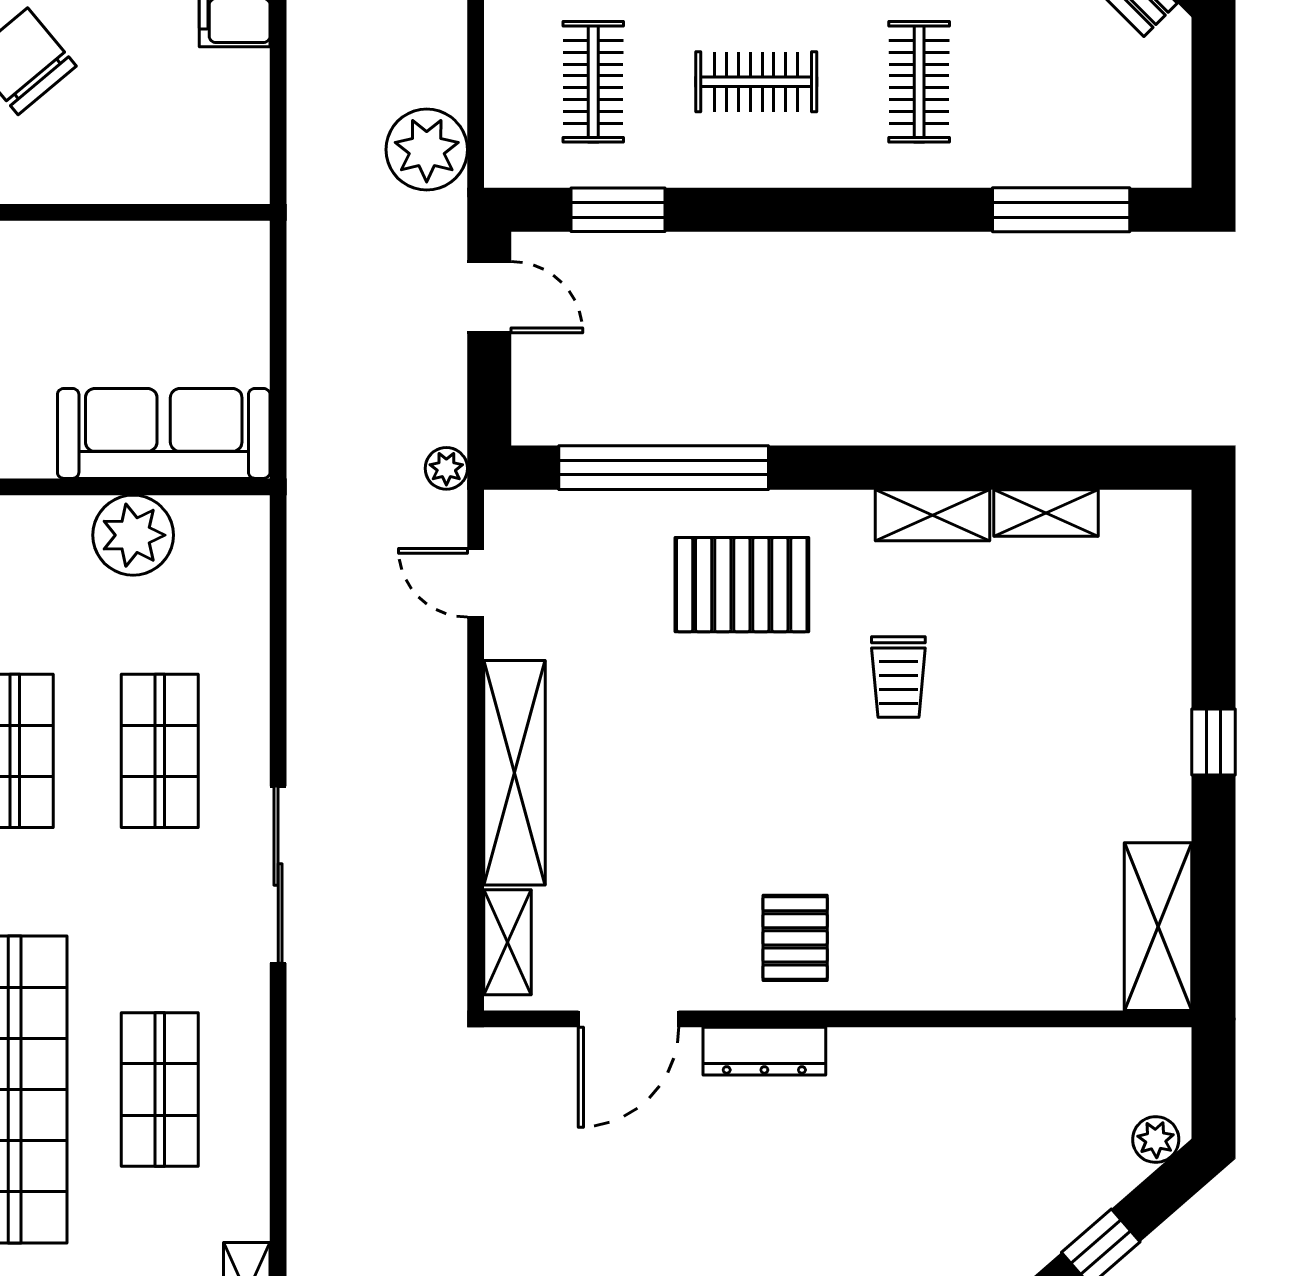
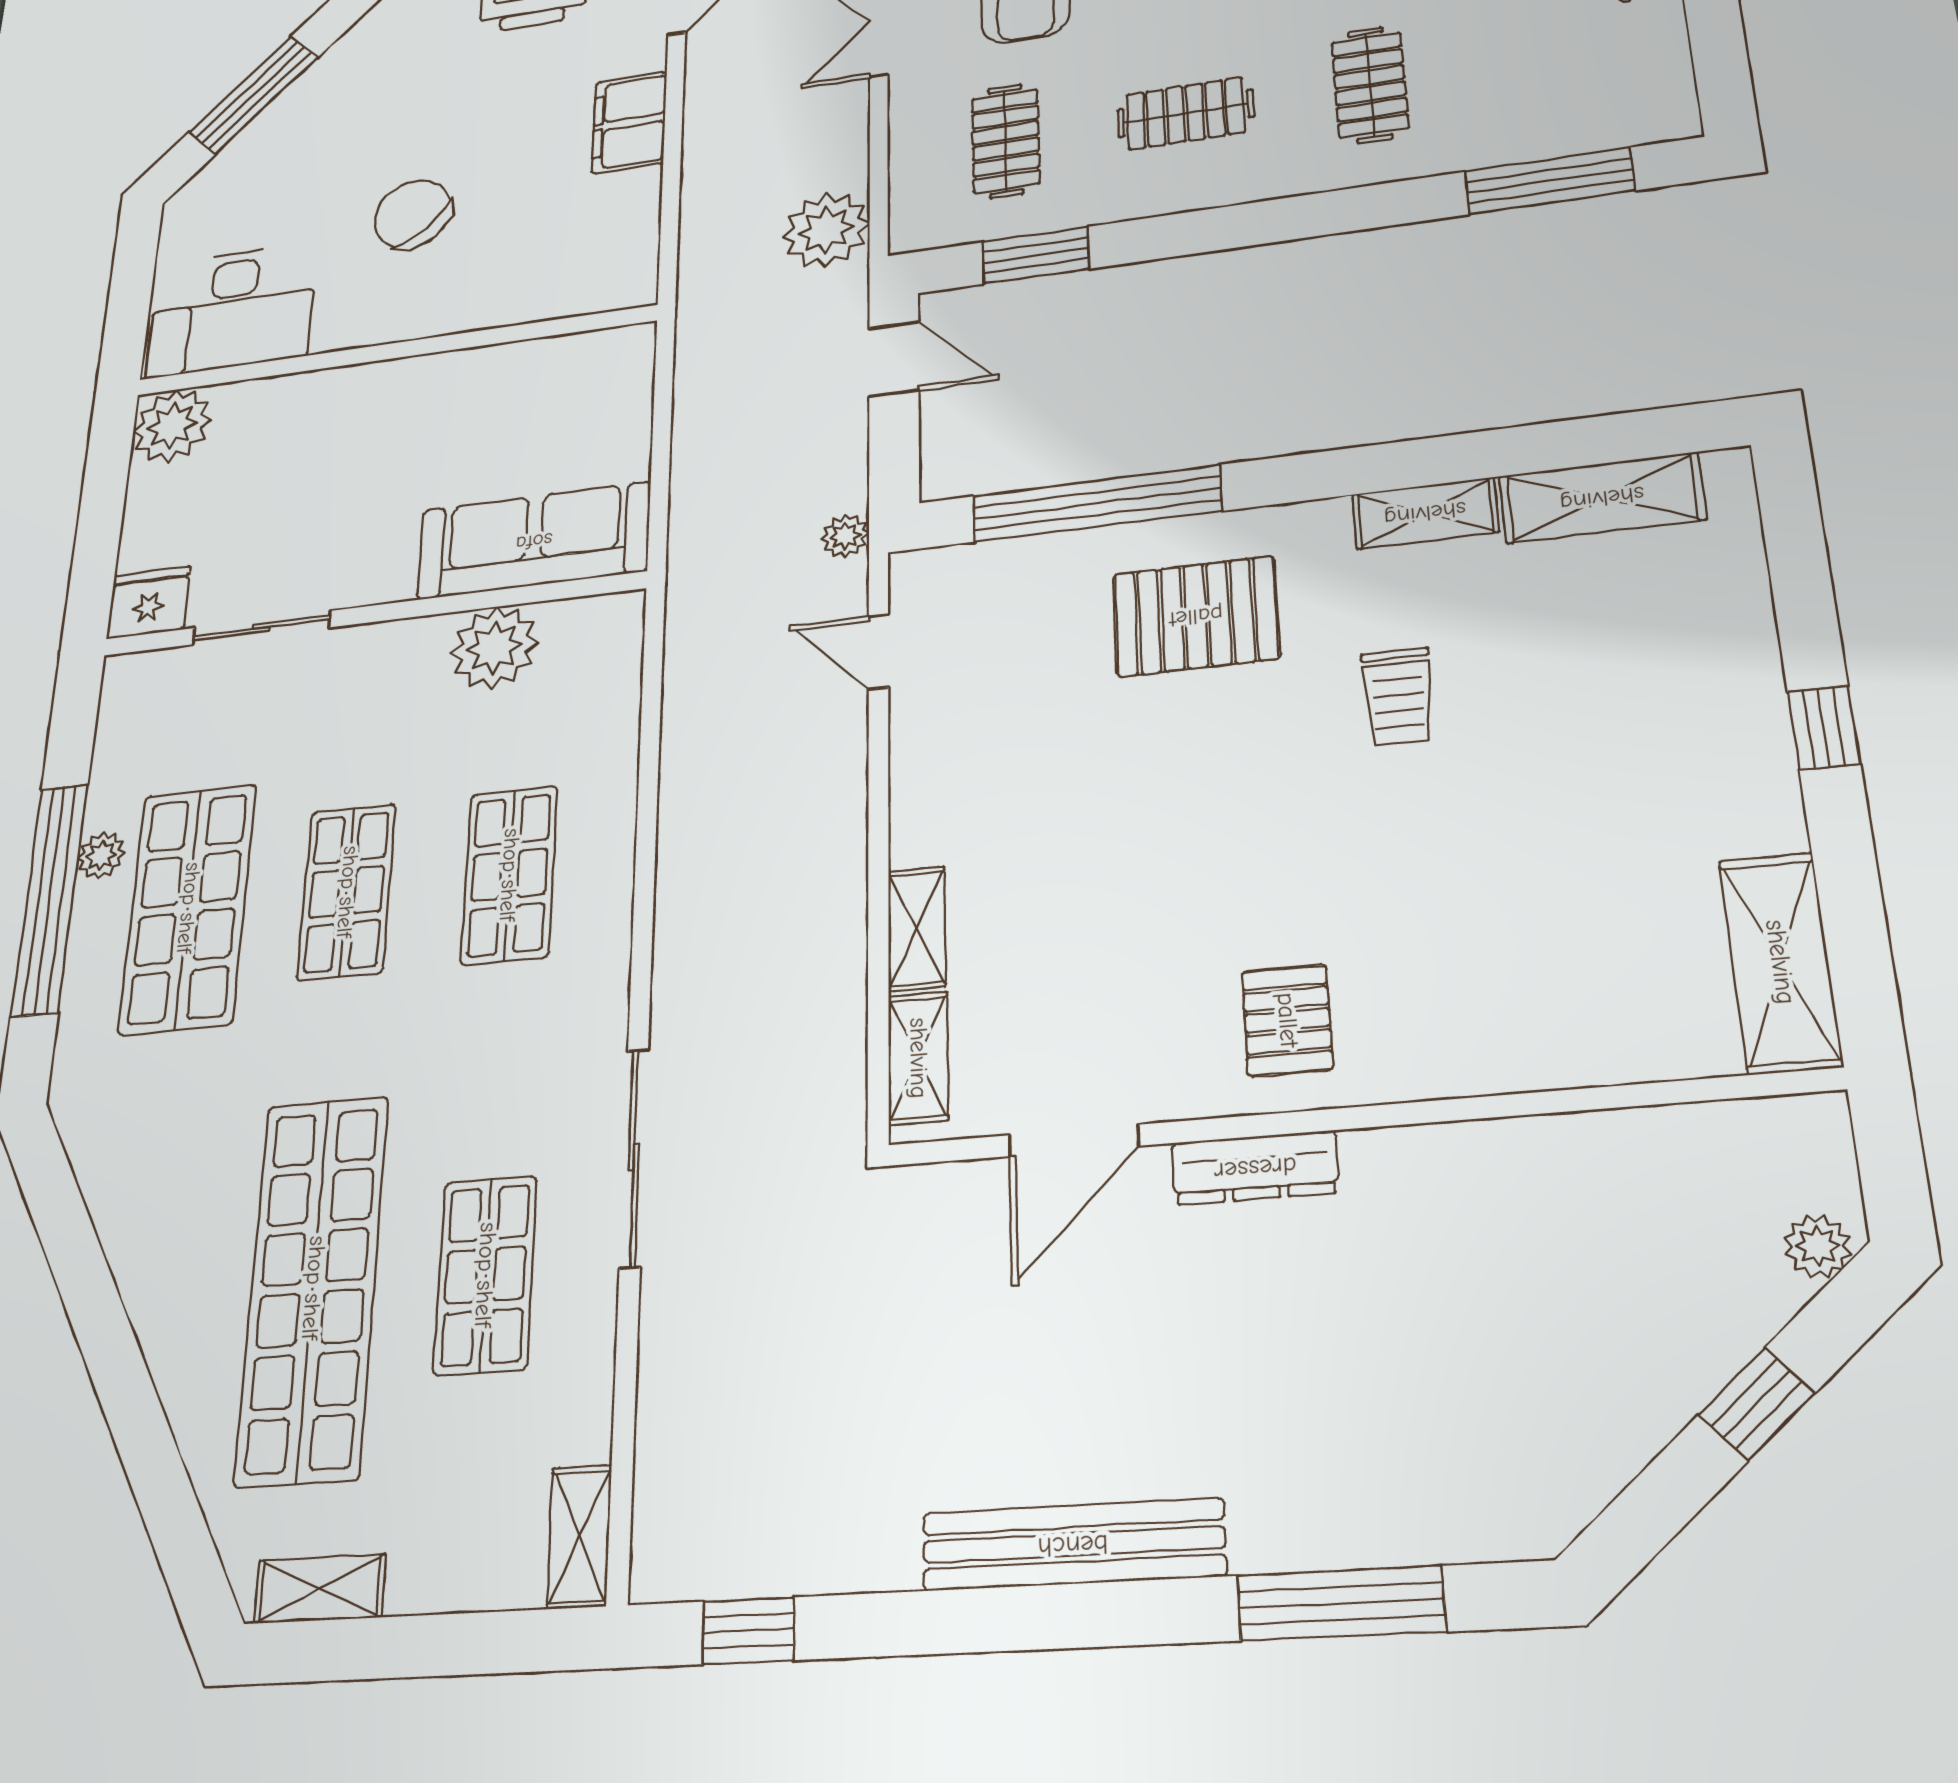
shelving: (1046, 513) -> (1602, 498), width x1.50, depth x1.33
shelving: (514, 773) -> (916, 929), width x0.45, depth x0.75
sliding door: (278, 875) -> (634, 1157), moved

